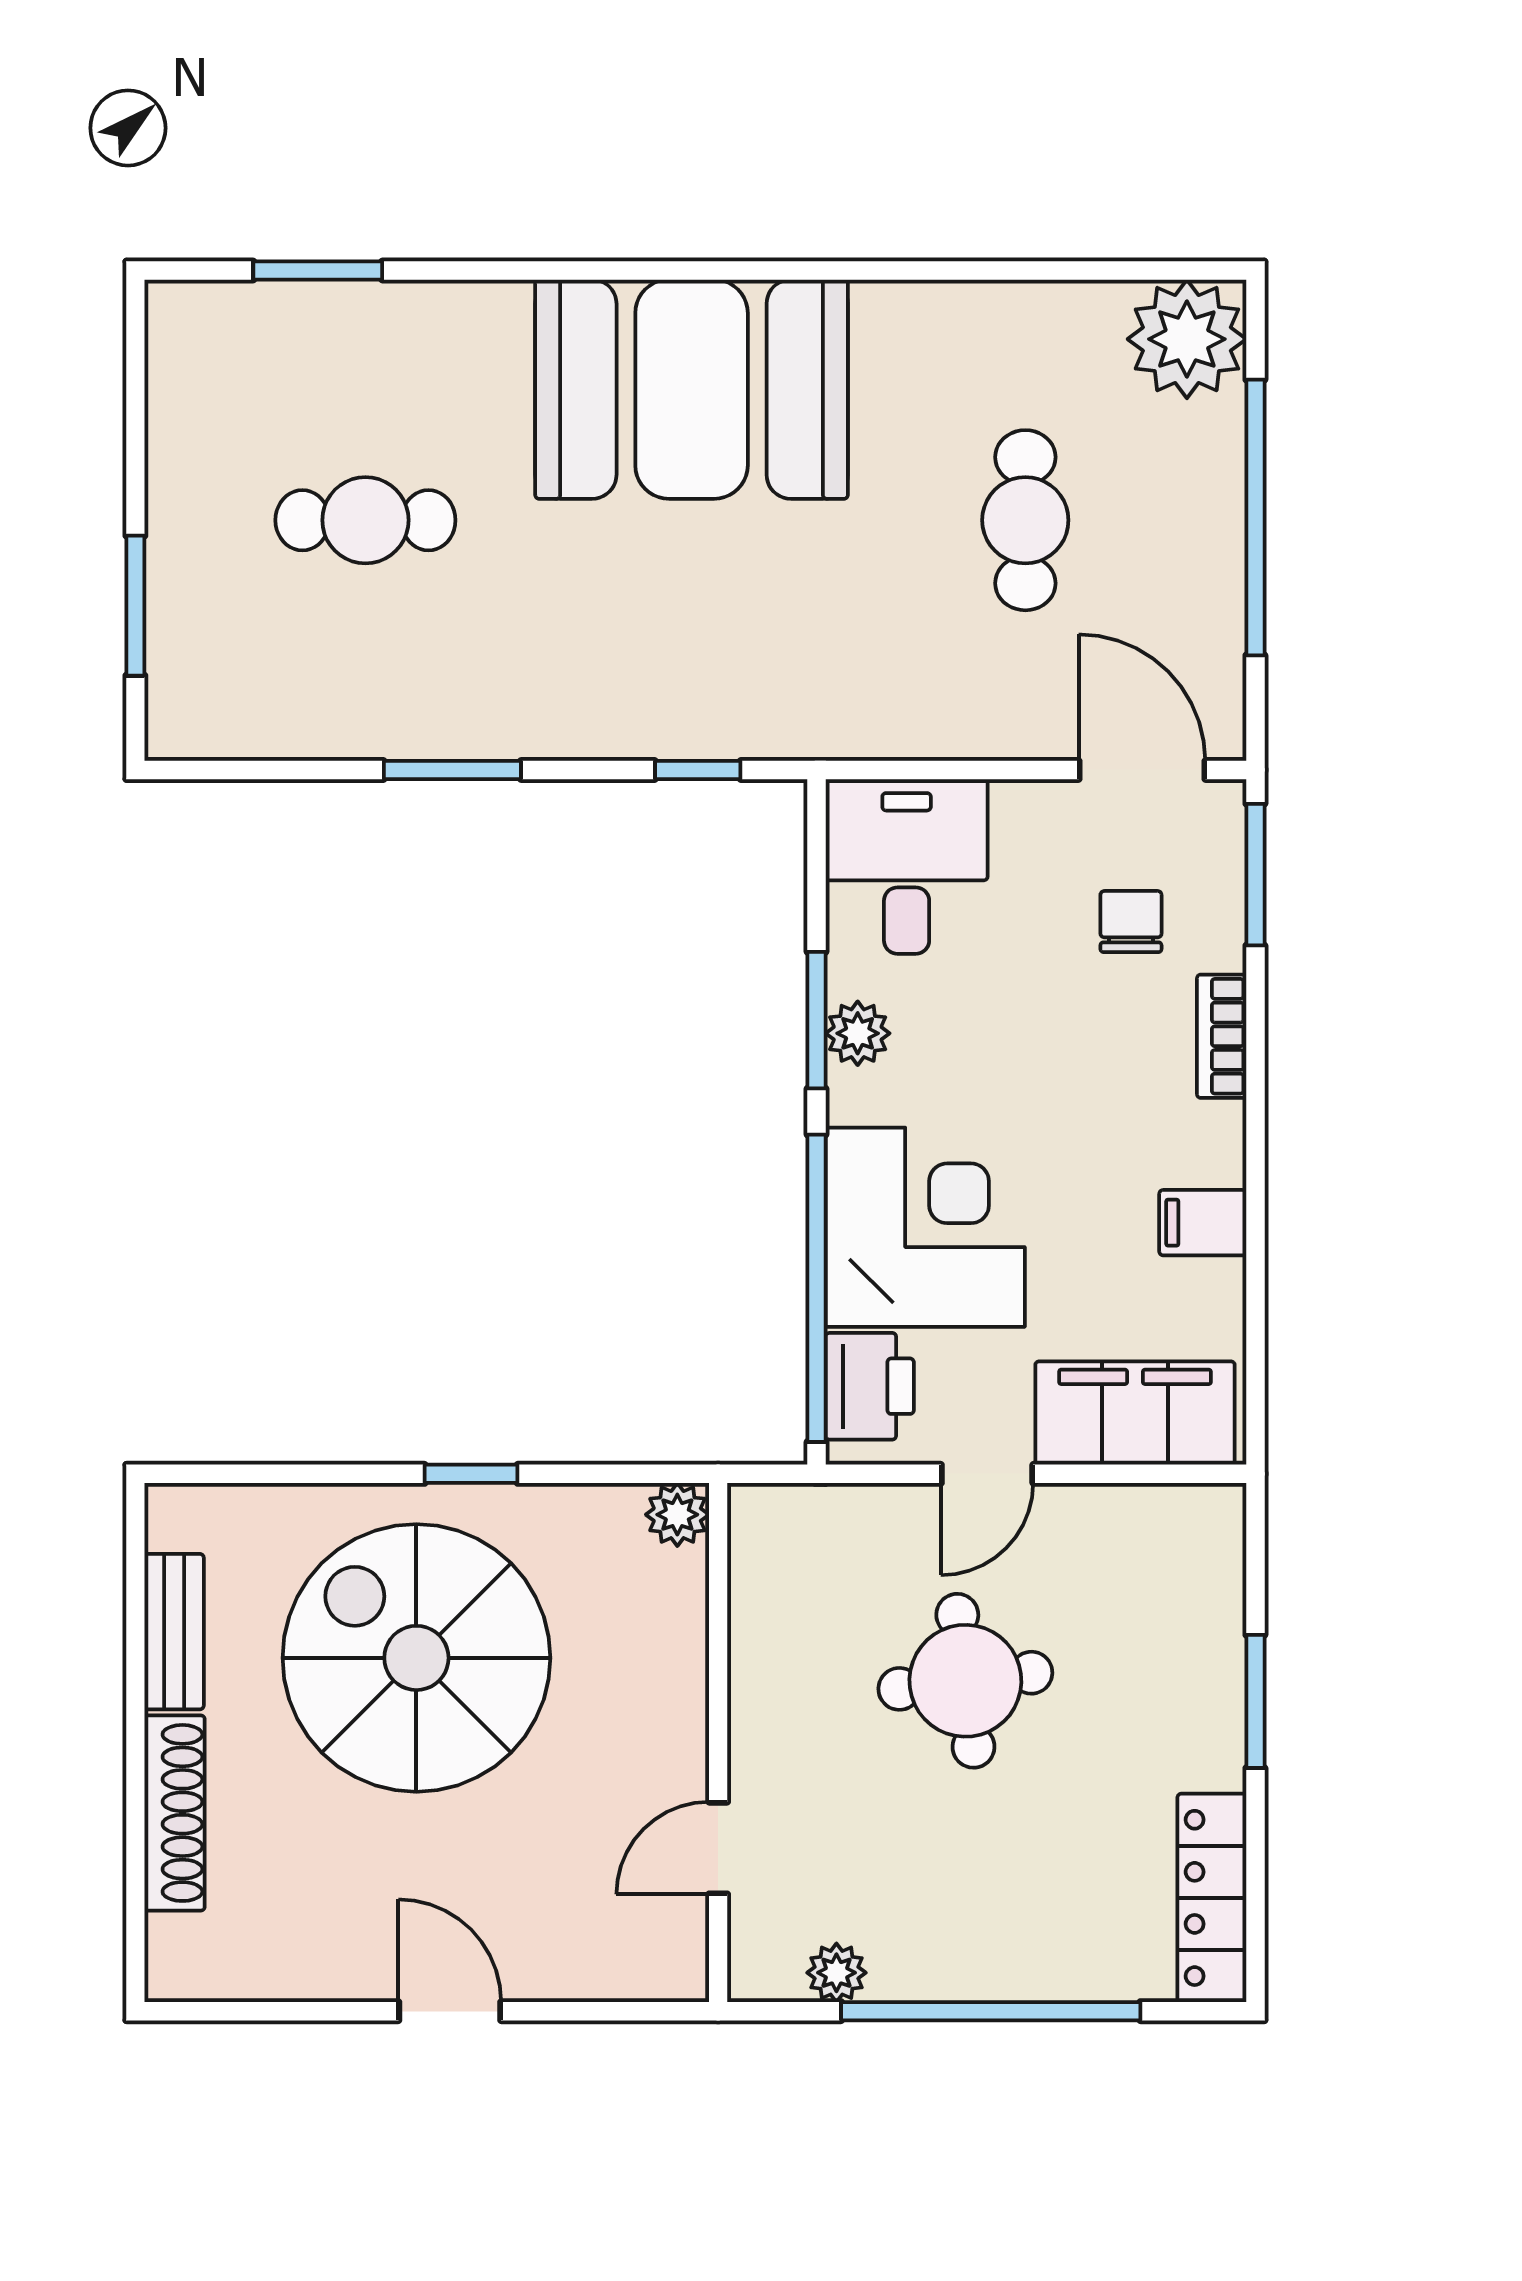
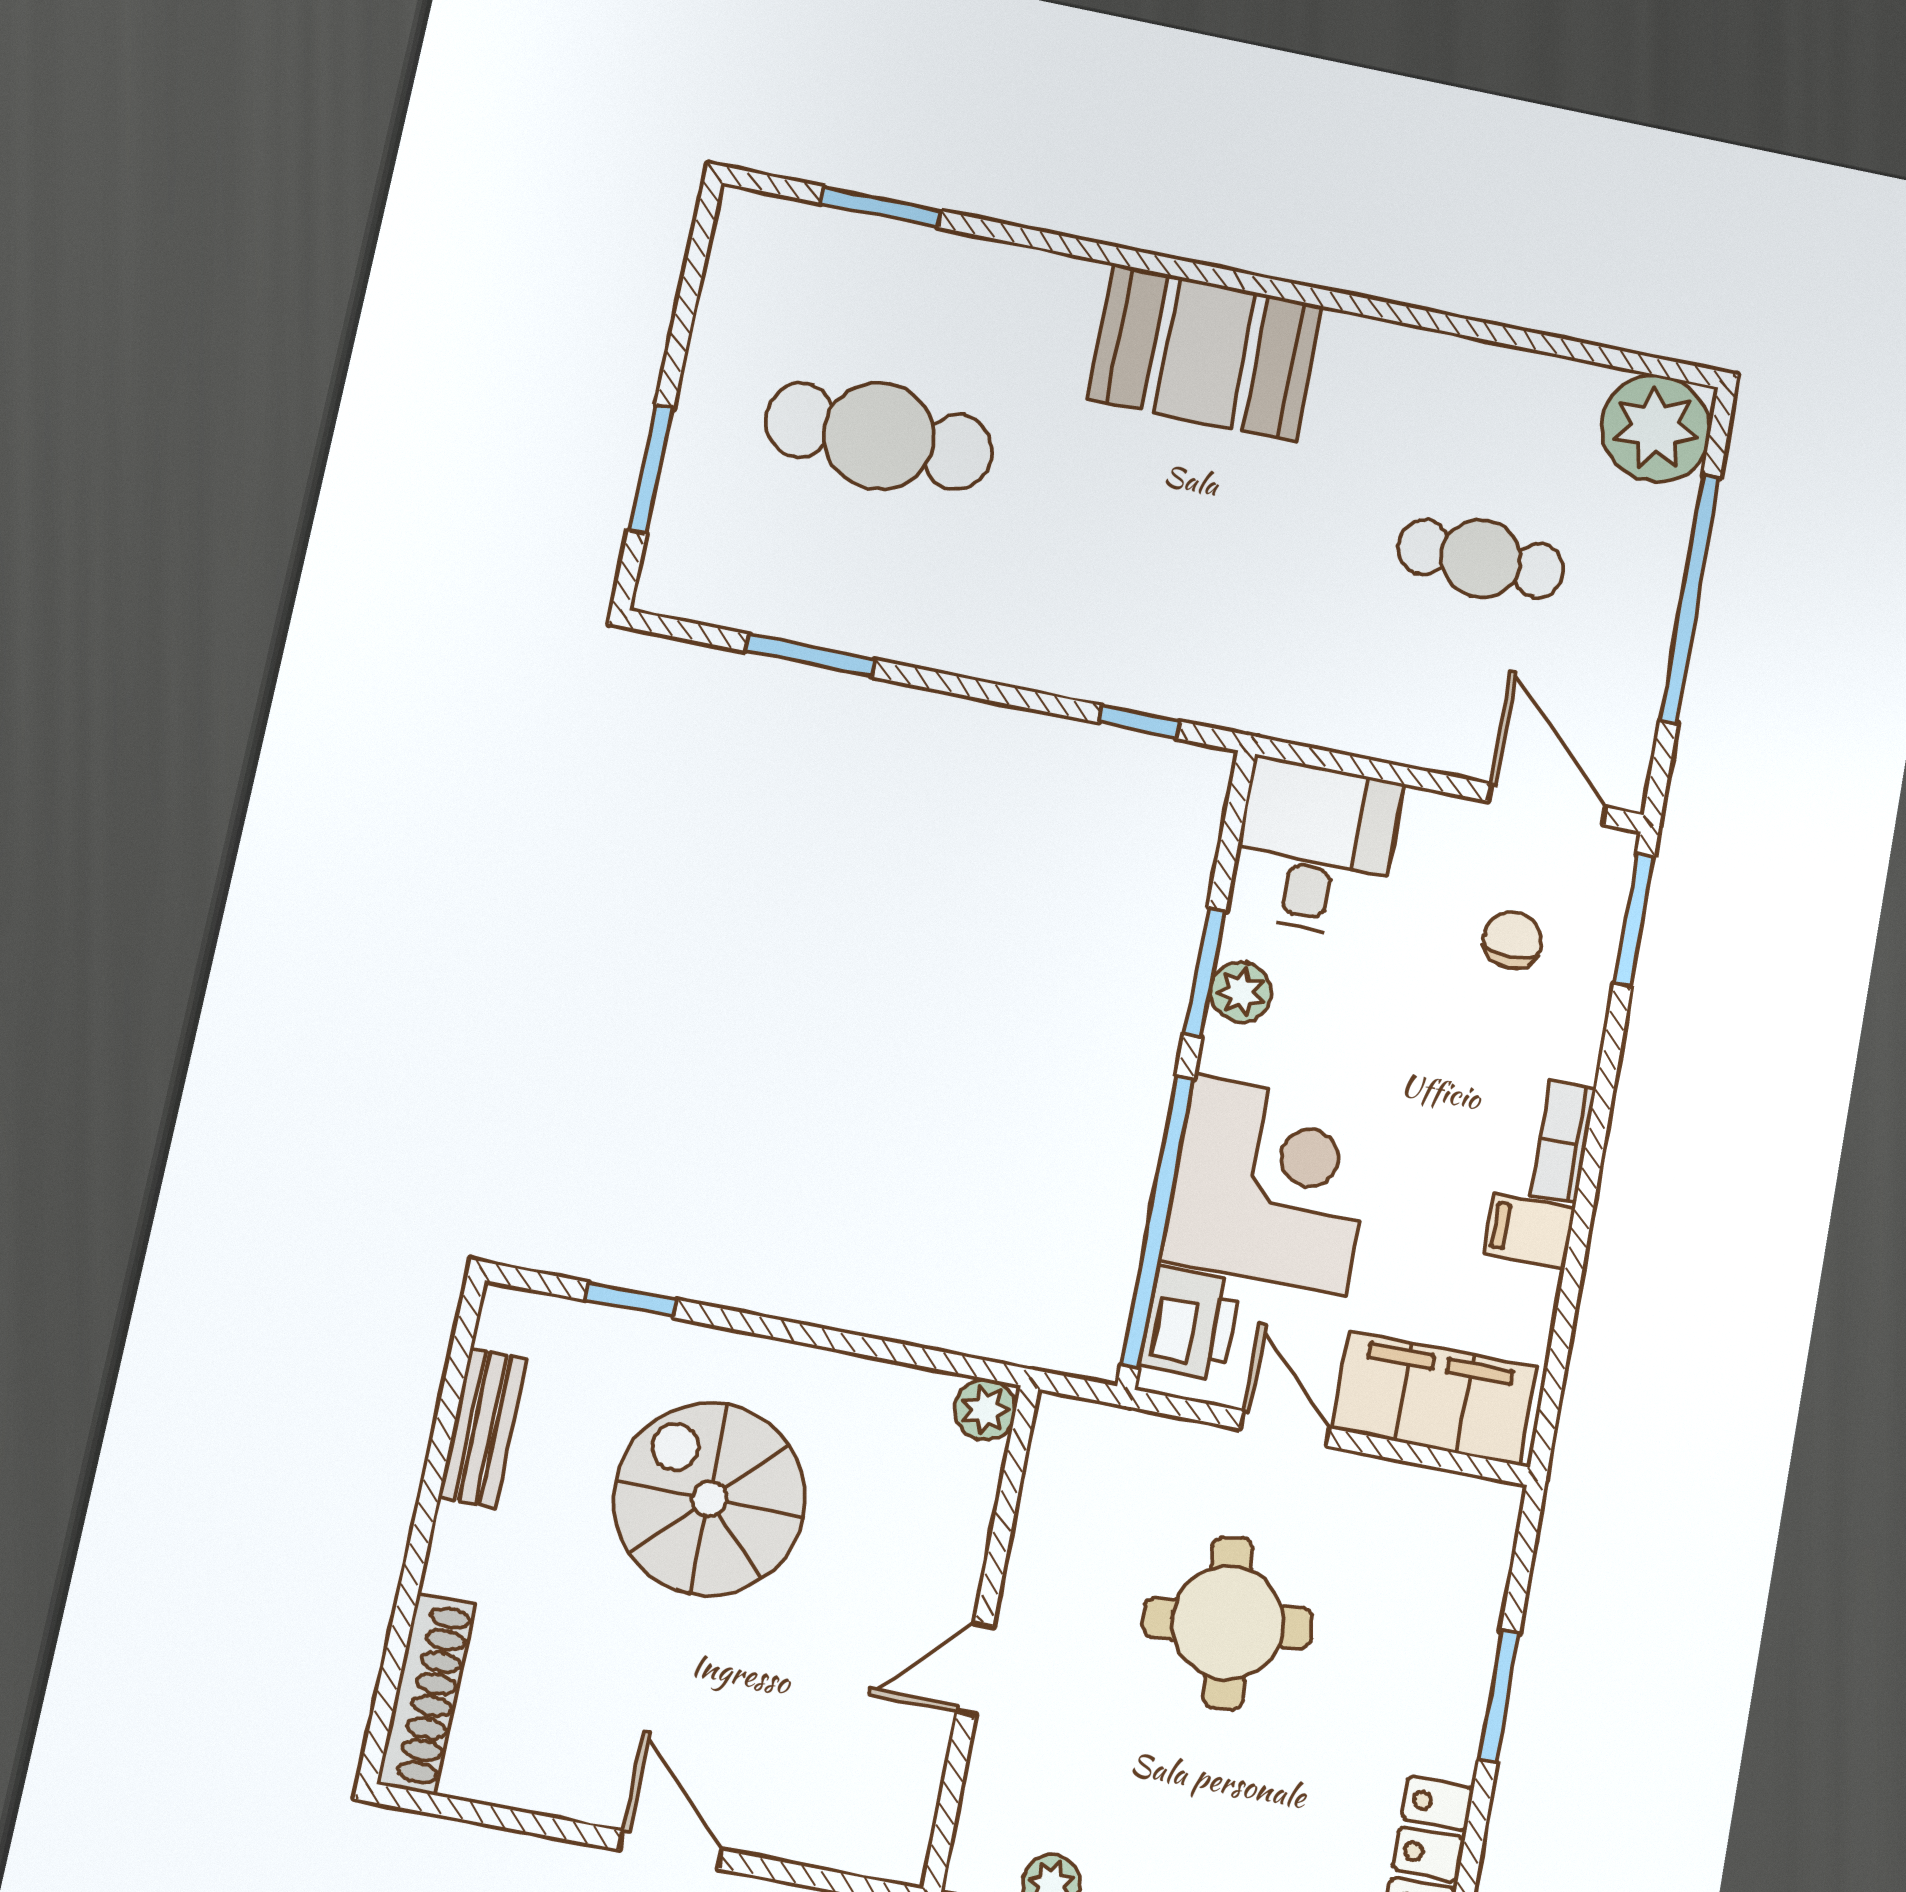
booth: (692, 389) -> (1205, 352), width x0.73, depth x0.70
cafe table: (365, 520) -> (879, 436), width x1.37, depth x1.35
cafe table: (1025, 520) -> (1481, 559), turned 90
window: (452, 770) -> (811, 656), moved
bookcase: (1222, 1036) -> (1563, 1141), moved
window: (471, 1474) -> (631, 1300), moved
door: (987, 1474) -> (1285, 1428), swing flipped
spiral stairs: (416, 1658) -> (709, 1499), width x0.73, depth x0.73
shoe rack: (175, 1813) -> (426, 1693), moved
door: (718, 1848) -> (975, 1669), moved

